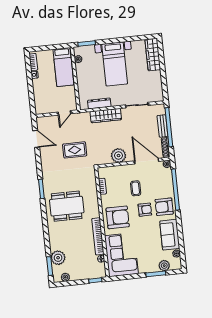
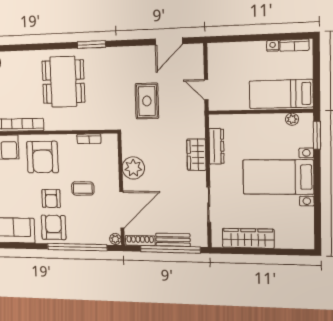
wardrobe: (153, 55) -> (248, 238), moved
wardrobe: (106, 116) -> (196, 155), width x0.67

